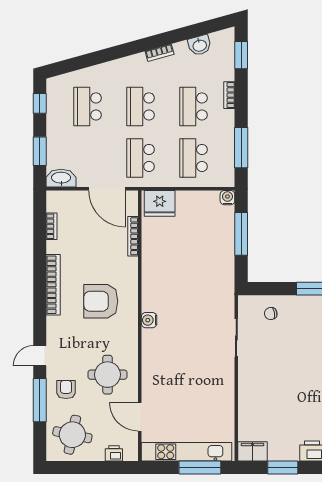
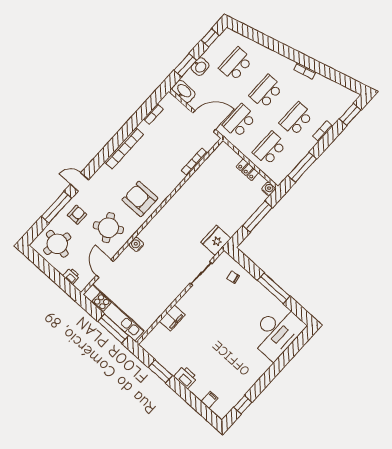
washbasin: (200, 45) -> (200, 67), moved, turned -75
door: (107, 189) -> (204, 121), swing flipped
locker: (191, 198) -> (247, 170), added
fridge: (160, 203) -> (216, 240), moved, turned 90
armchair: (101, 301) -> (140, 199), moved
water cooler: (149, 320) -> (136, 244), moved
round table: (108, 375) -> (108, 228), turned -31
filing cabinet: (252, 451) -> (172, 318), moved, turned 90

